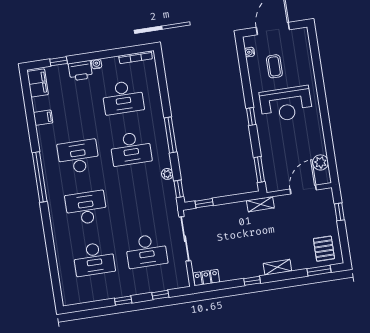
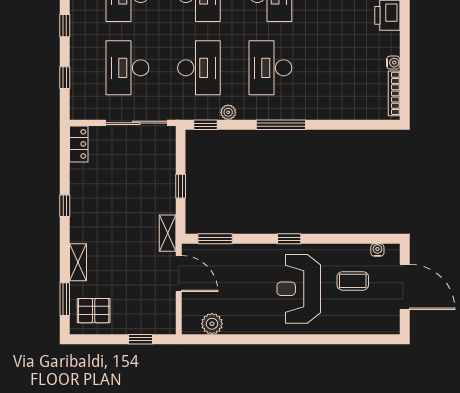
water cooler: (96, 64) -> (393, 63), moved
desk: (123, 97) -> (199, 68), moved, turned 180
door: (303, 189) -> (179, 274), moved
window: (204, 203) -> (181, 186), moved
shelving: (277, 267) -> (78, 262), moved

